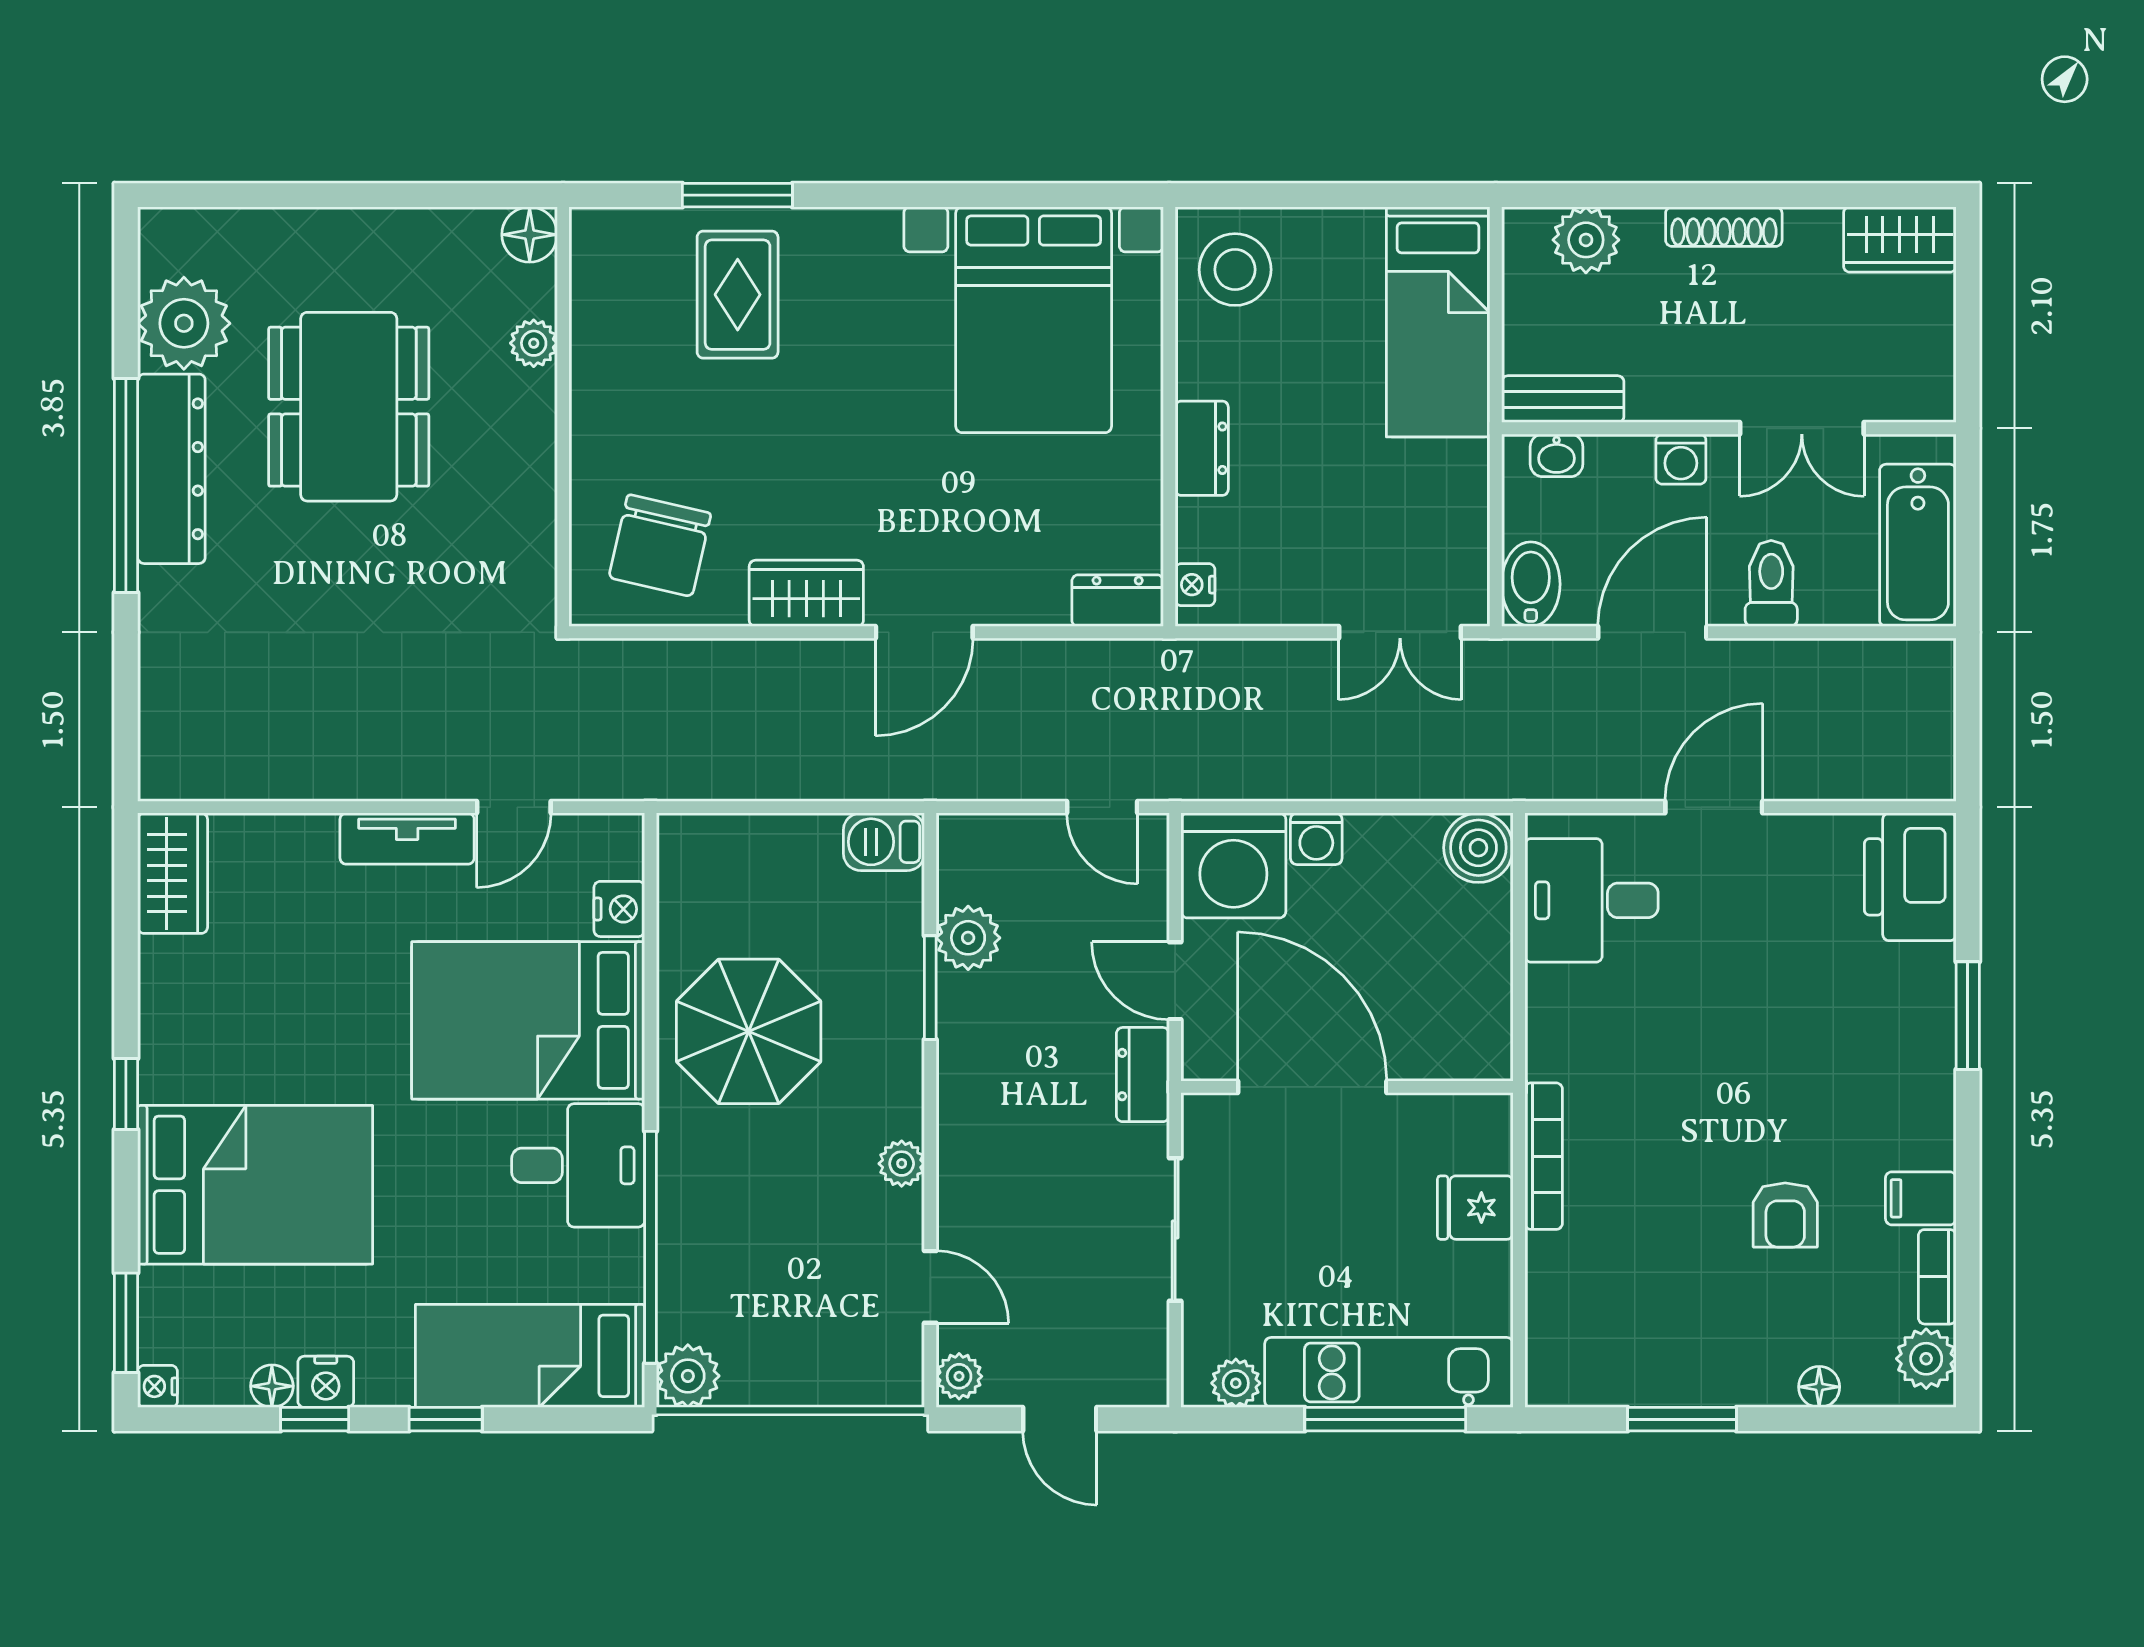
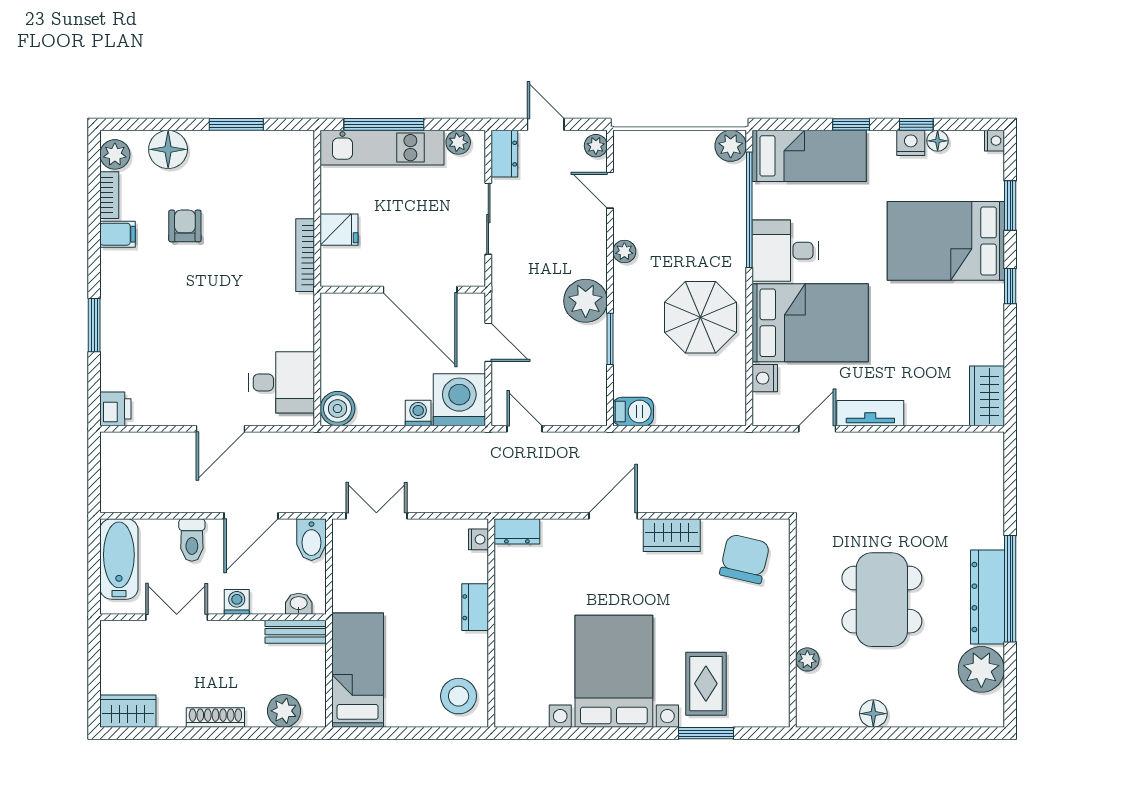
floor lamp: (530, 235) -> (873, 714), moved
bed with nightstands: (1034, 320) -> (614, 671), moved
dining table: (349, 407) -> (882, 600), moved
printer: (1910, 877) -> (115, 409), width x0.53, depth x0.68
plant: (968, 938) -> (586, 301), moved, width x1.36, depth x1.36
dresser: (1143, 1075) -> (504, 154), moved
window: (126, 1323) -> (1010, 205), moved
floor lamp: (1819, 1387) -> (168, 149), width x1.89, depth x1.89

